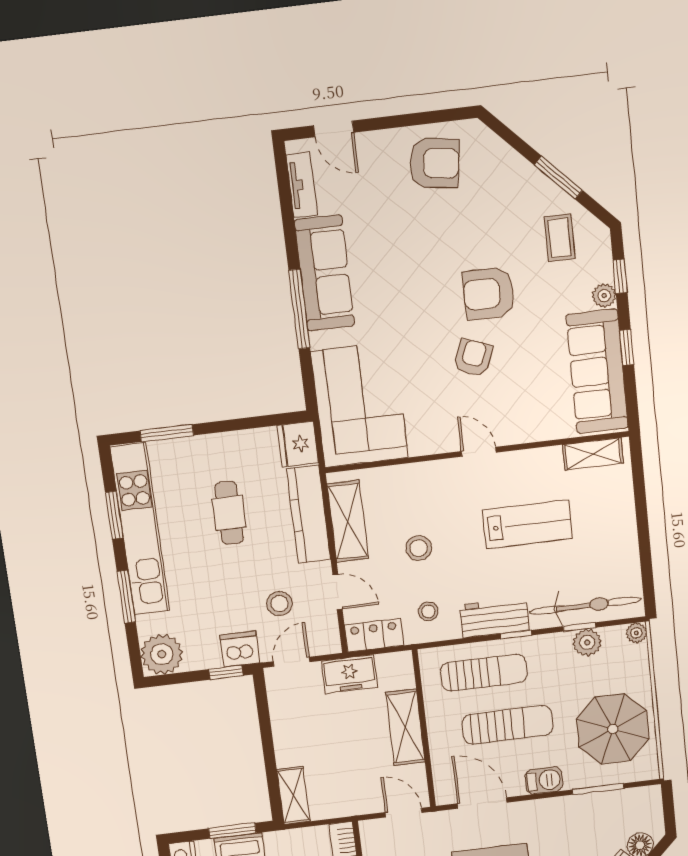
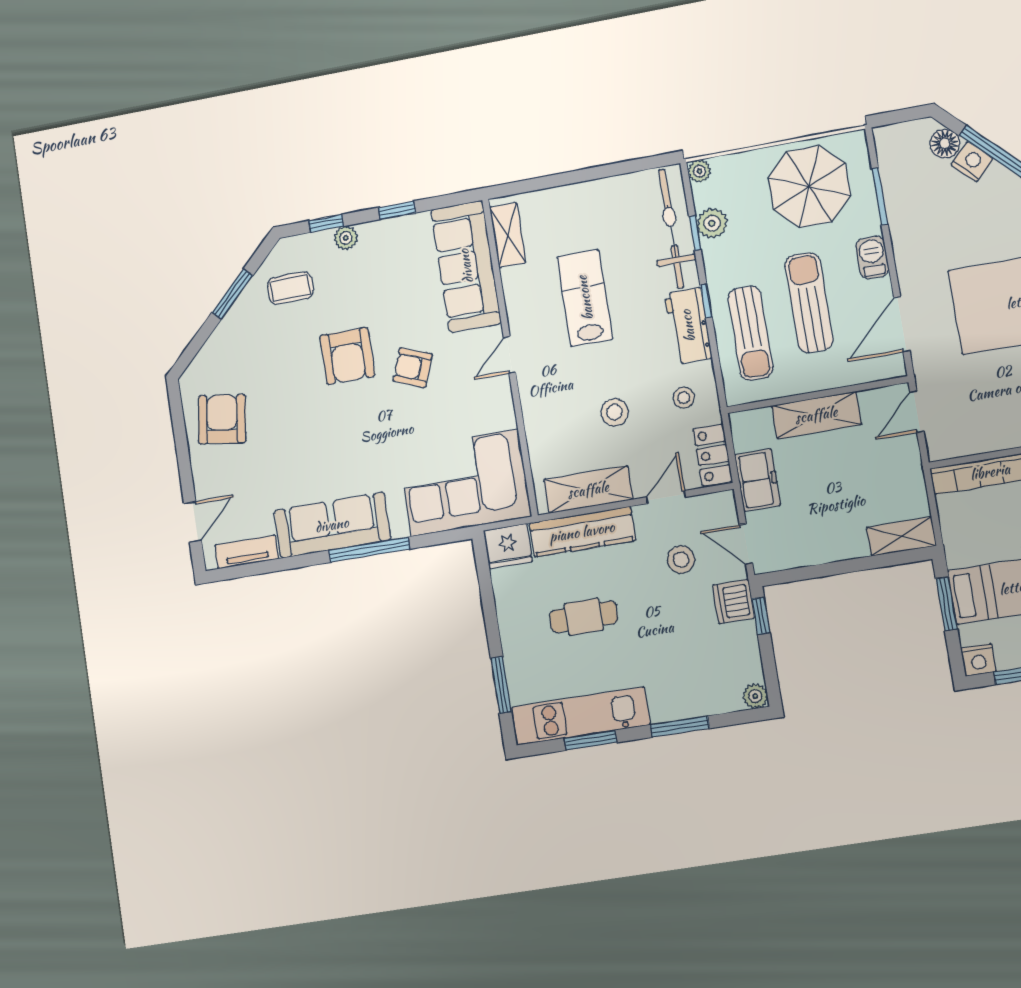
sofa: (597, 371) -> (466, 266), moved, turned 90
kitchen unit: (140, 529) -> (581, 716), width x0.73
plant: (162, 654) -> (755, 696), width x0.53, depth x0.53
sun lounger: (484, 673) -> (750, 333), turned 180

